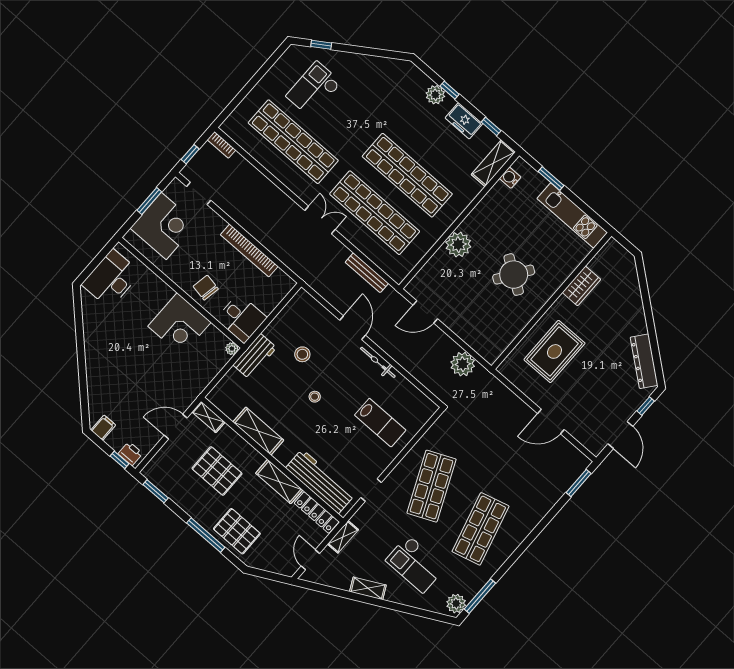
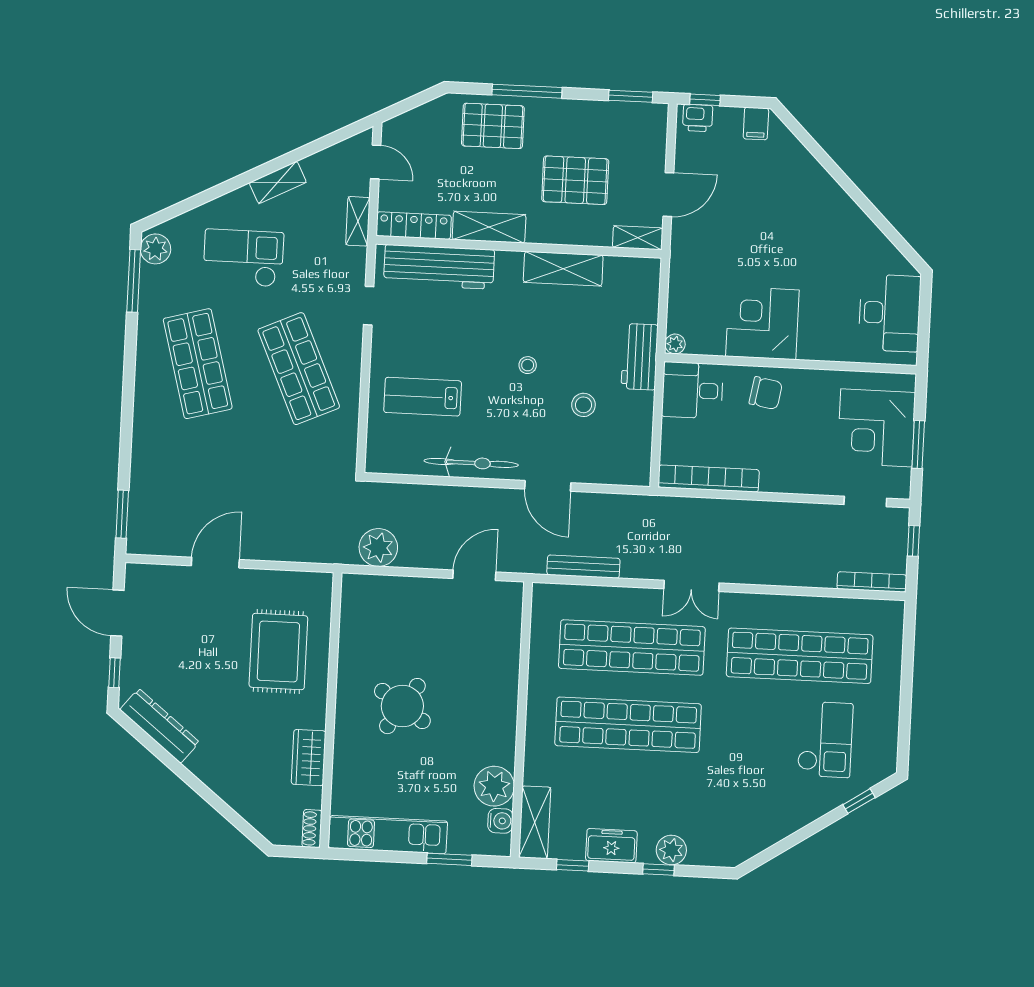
bookcase: (221, 145) -> (872, 582), width x1.56
plant: (458, 245) -> (494, 786), moved
shoe rack: (608, 249) -> (312, 829), added
bookcase: (249, 251) -> (709, 478), moved
bicycle: (378, 362) -> (471, 463), width x1.37, depth x1.40

